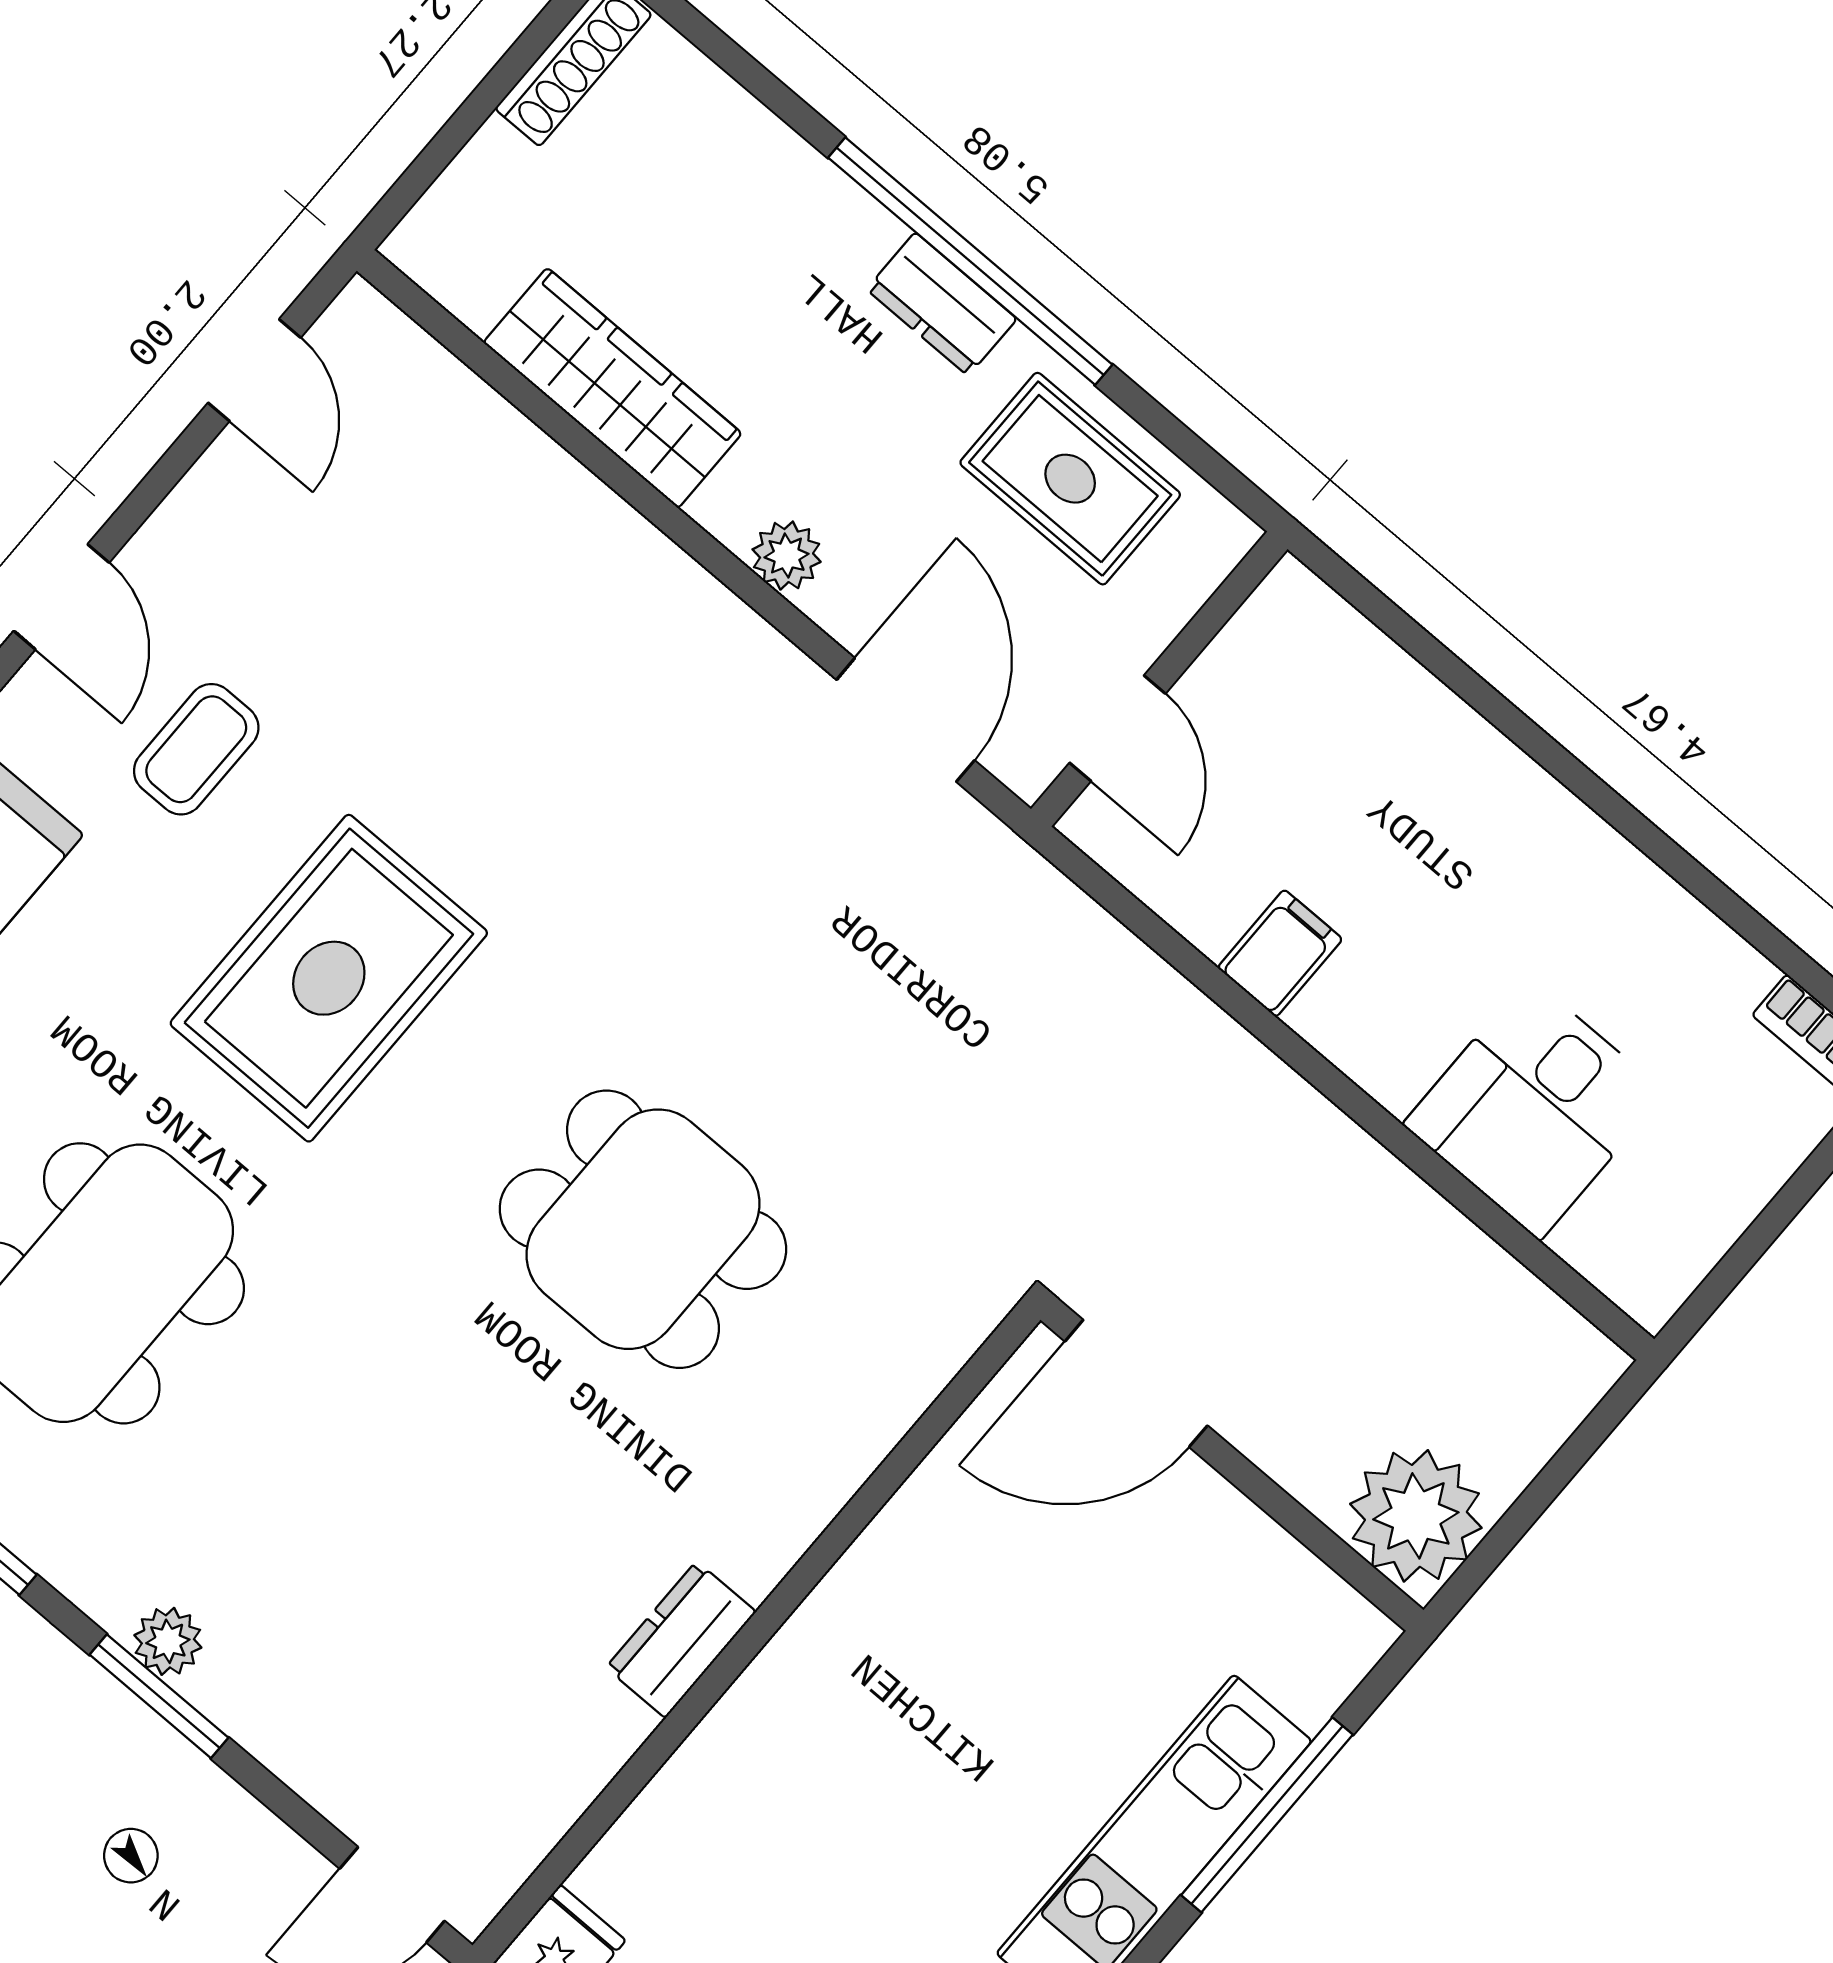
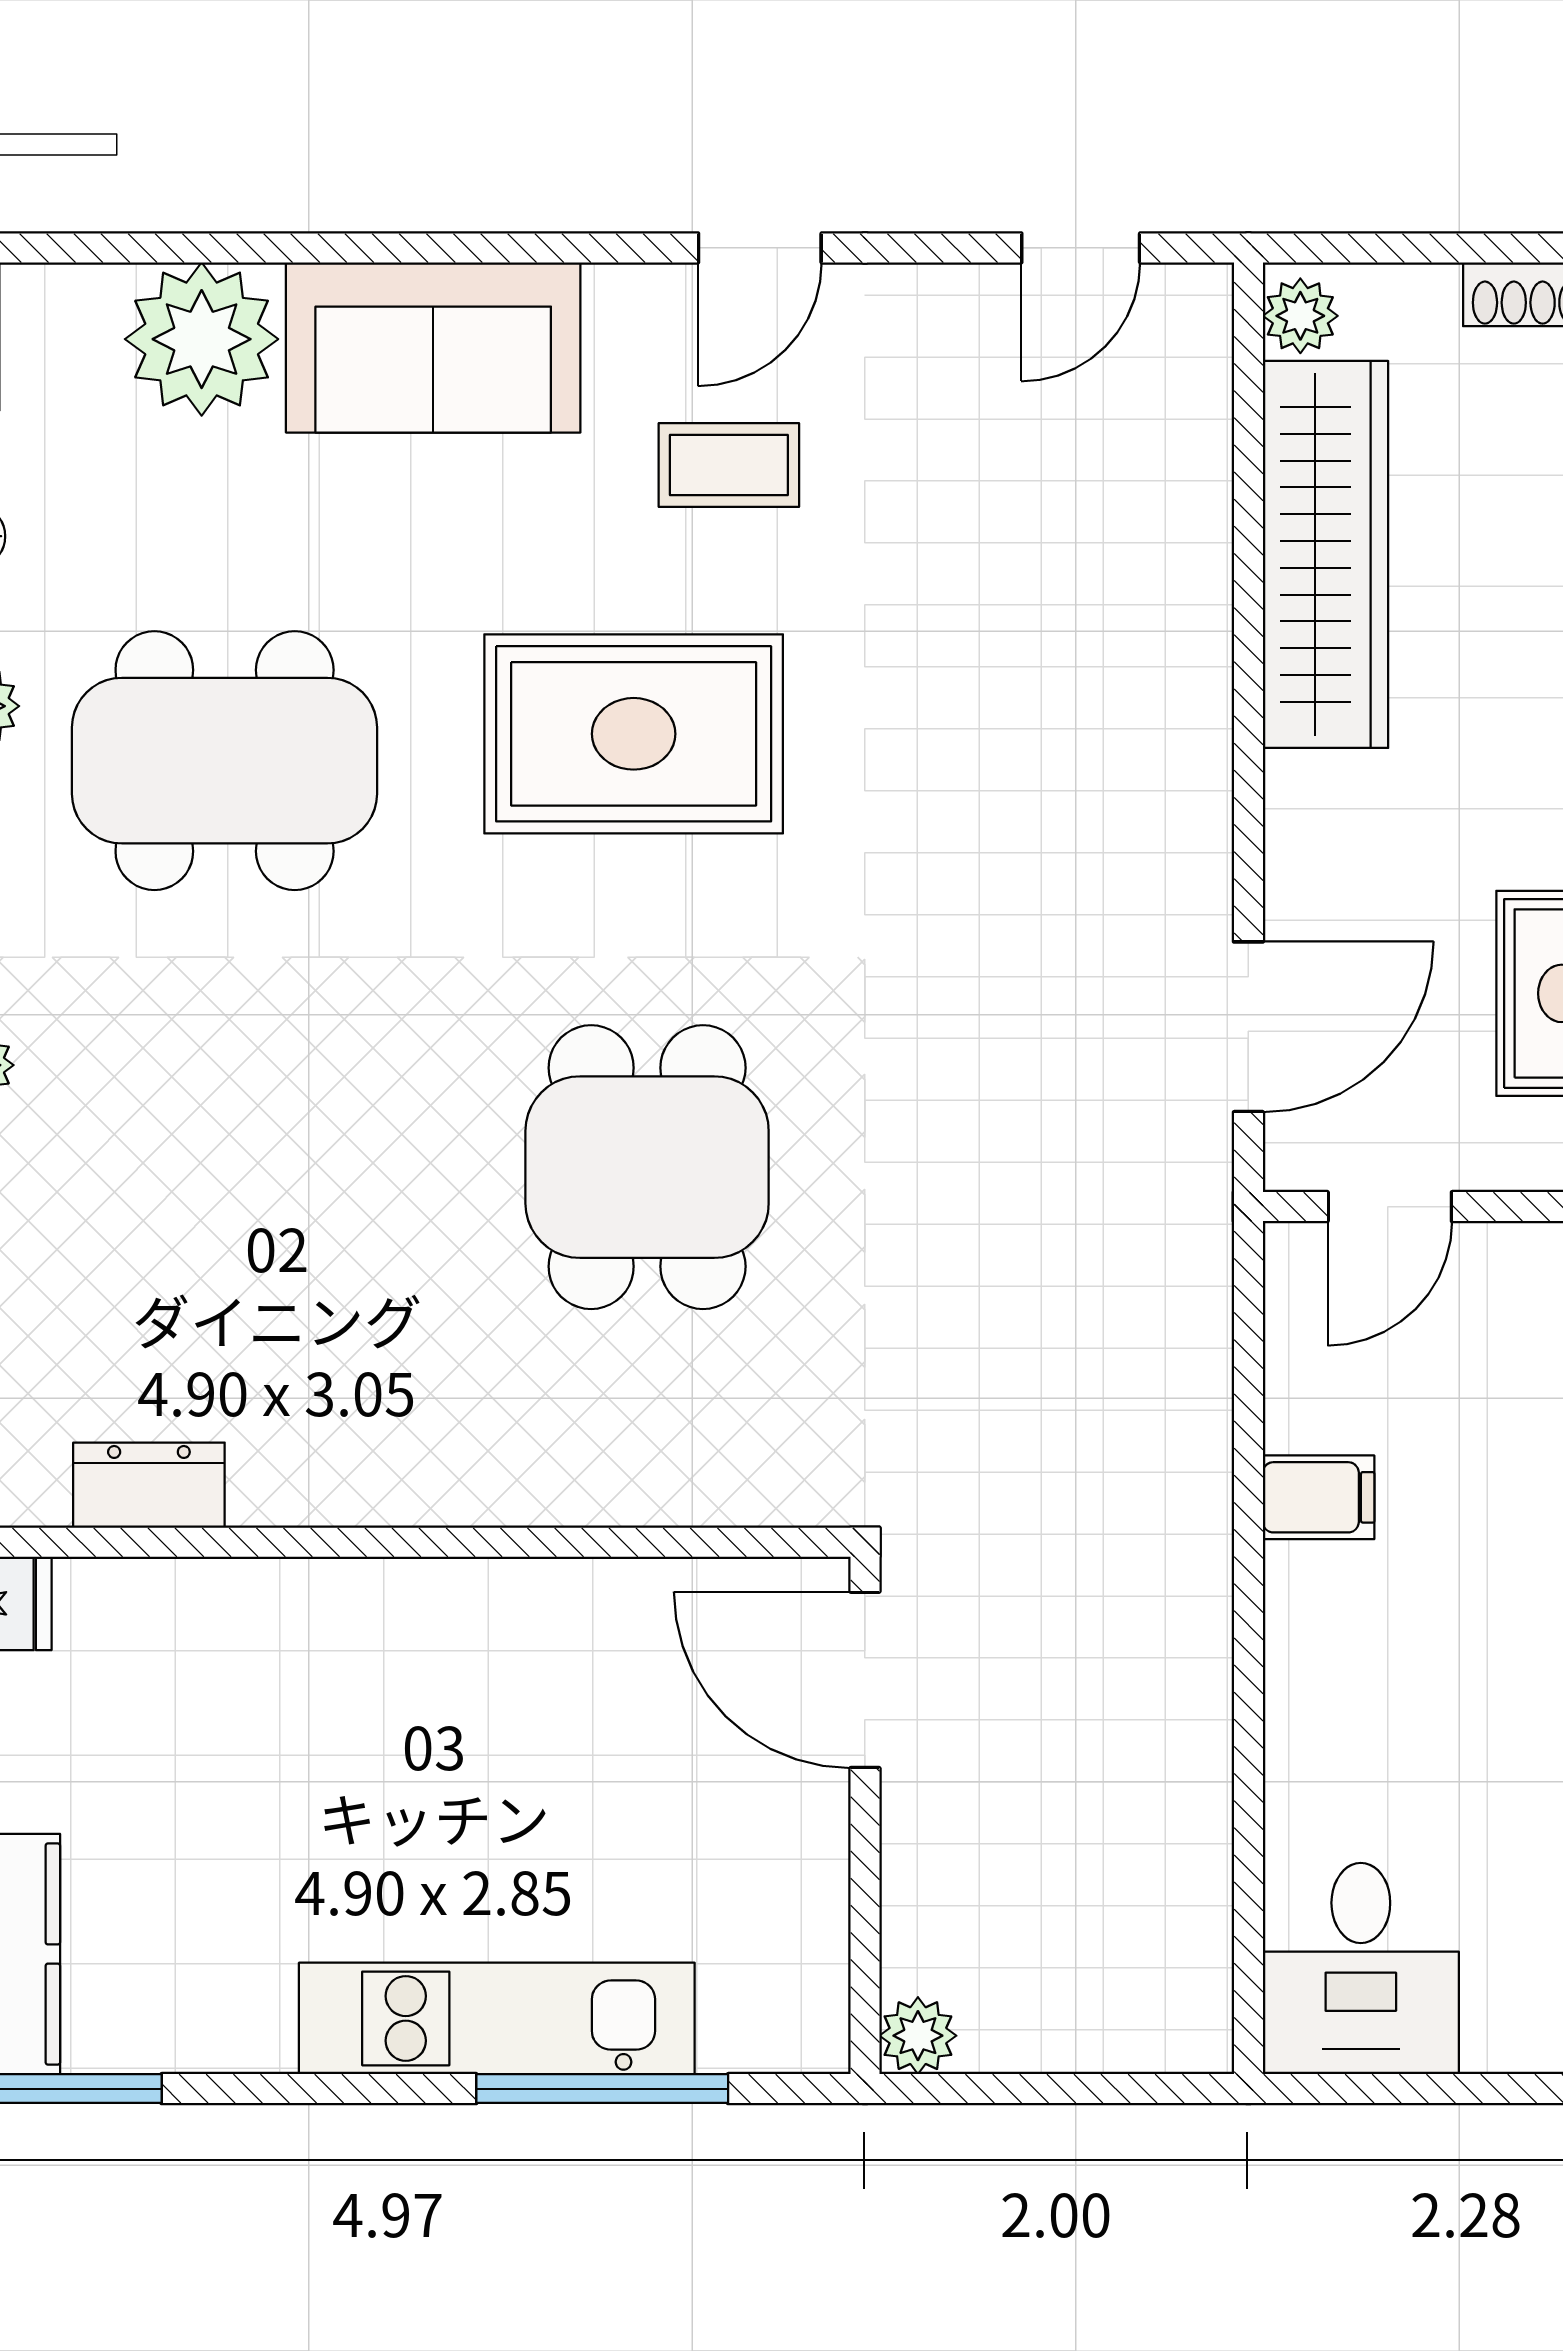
wardrobe: (612, 388) -> (1325, 554), width x1.40, depth x1.17
plant: (787, 556) -> (1300, 316), moved
desk: (1534, 1109) -> (1361, 1969), moved, turned -90
plant: (1416, 1516) -> (918, 2036), width x0.53, depth x0.53
dresser: (681, 1640) -> (149, 1485), moved

